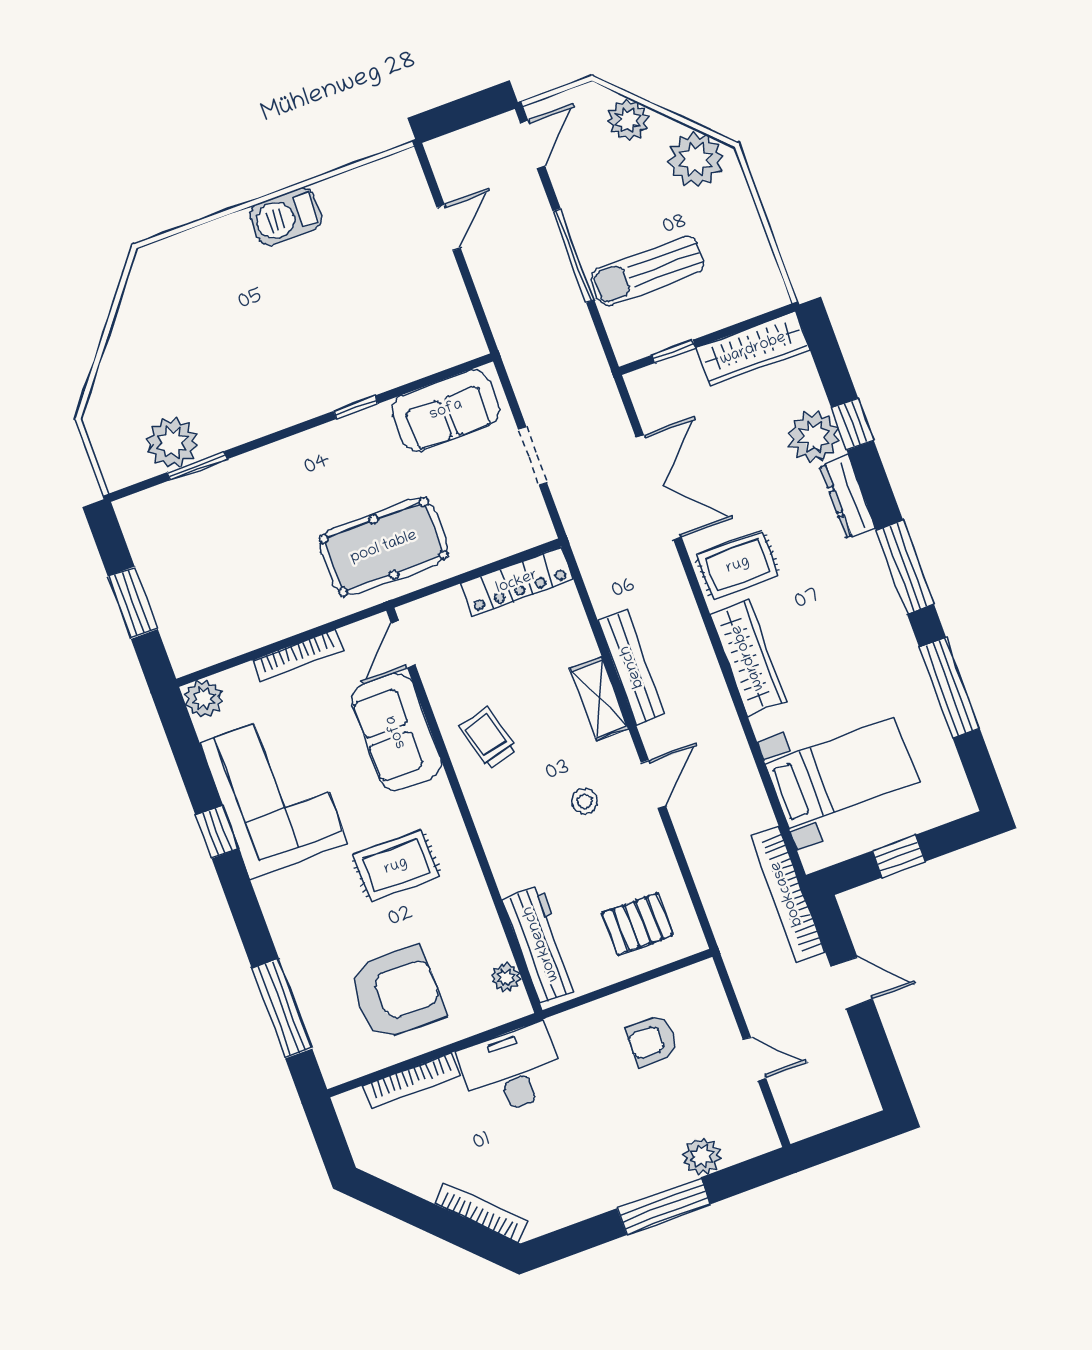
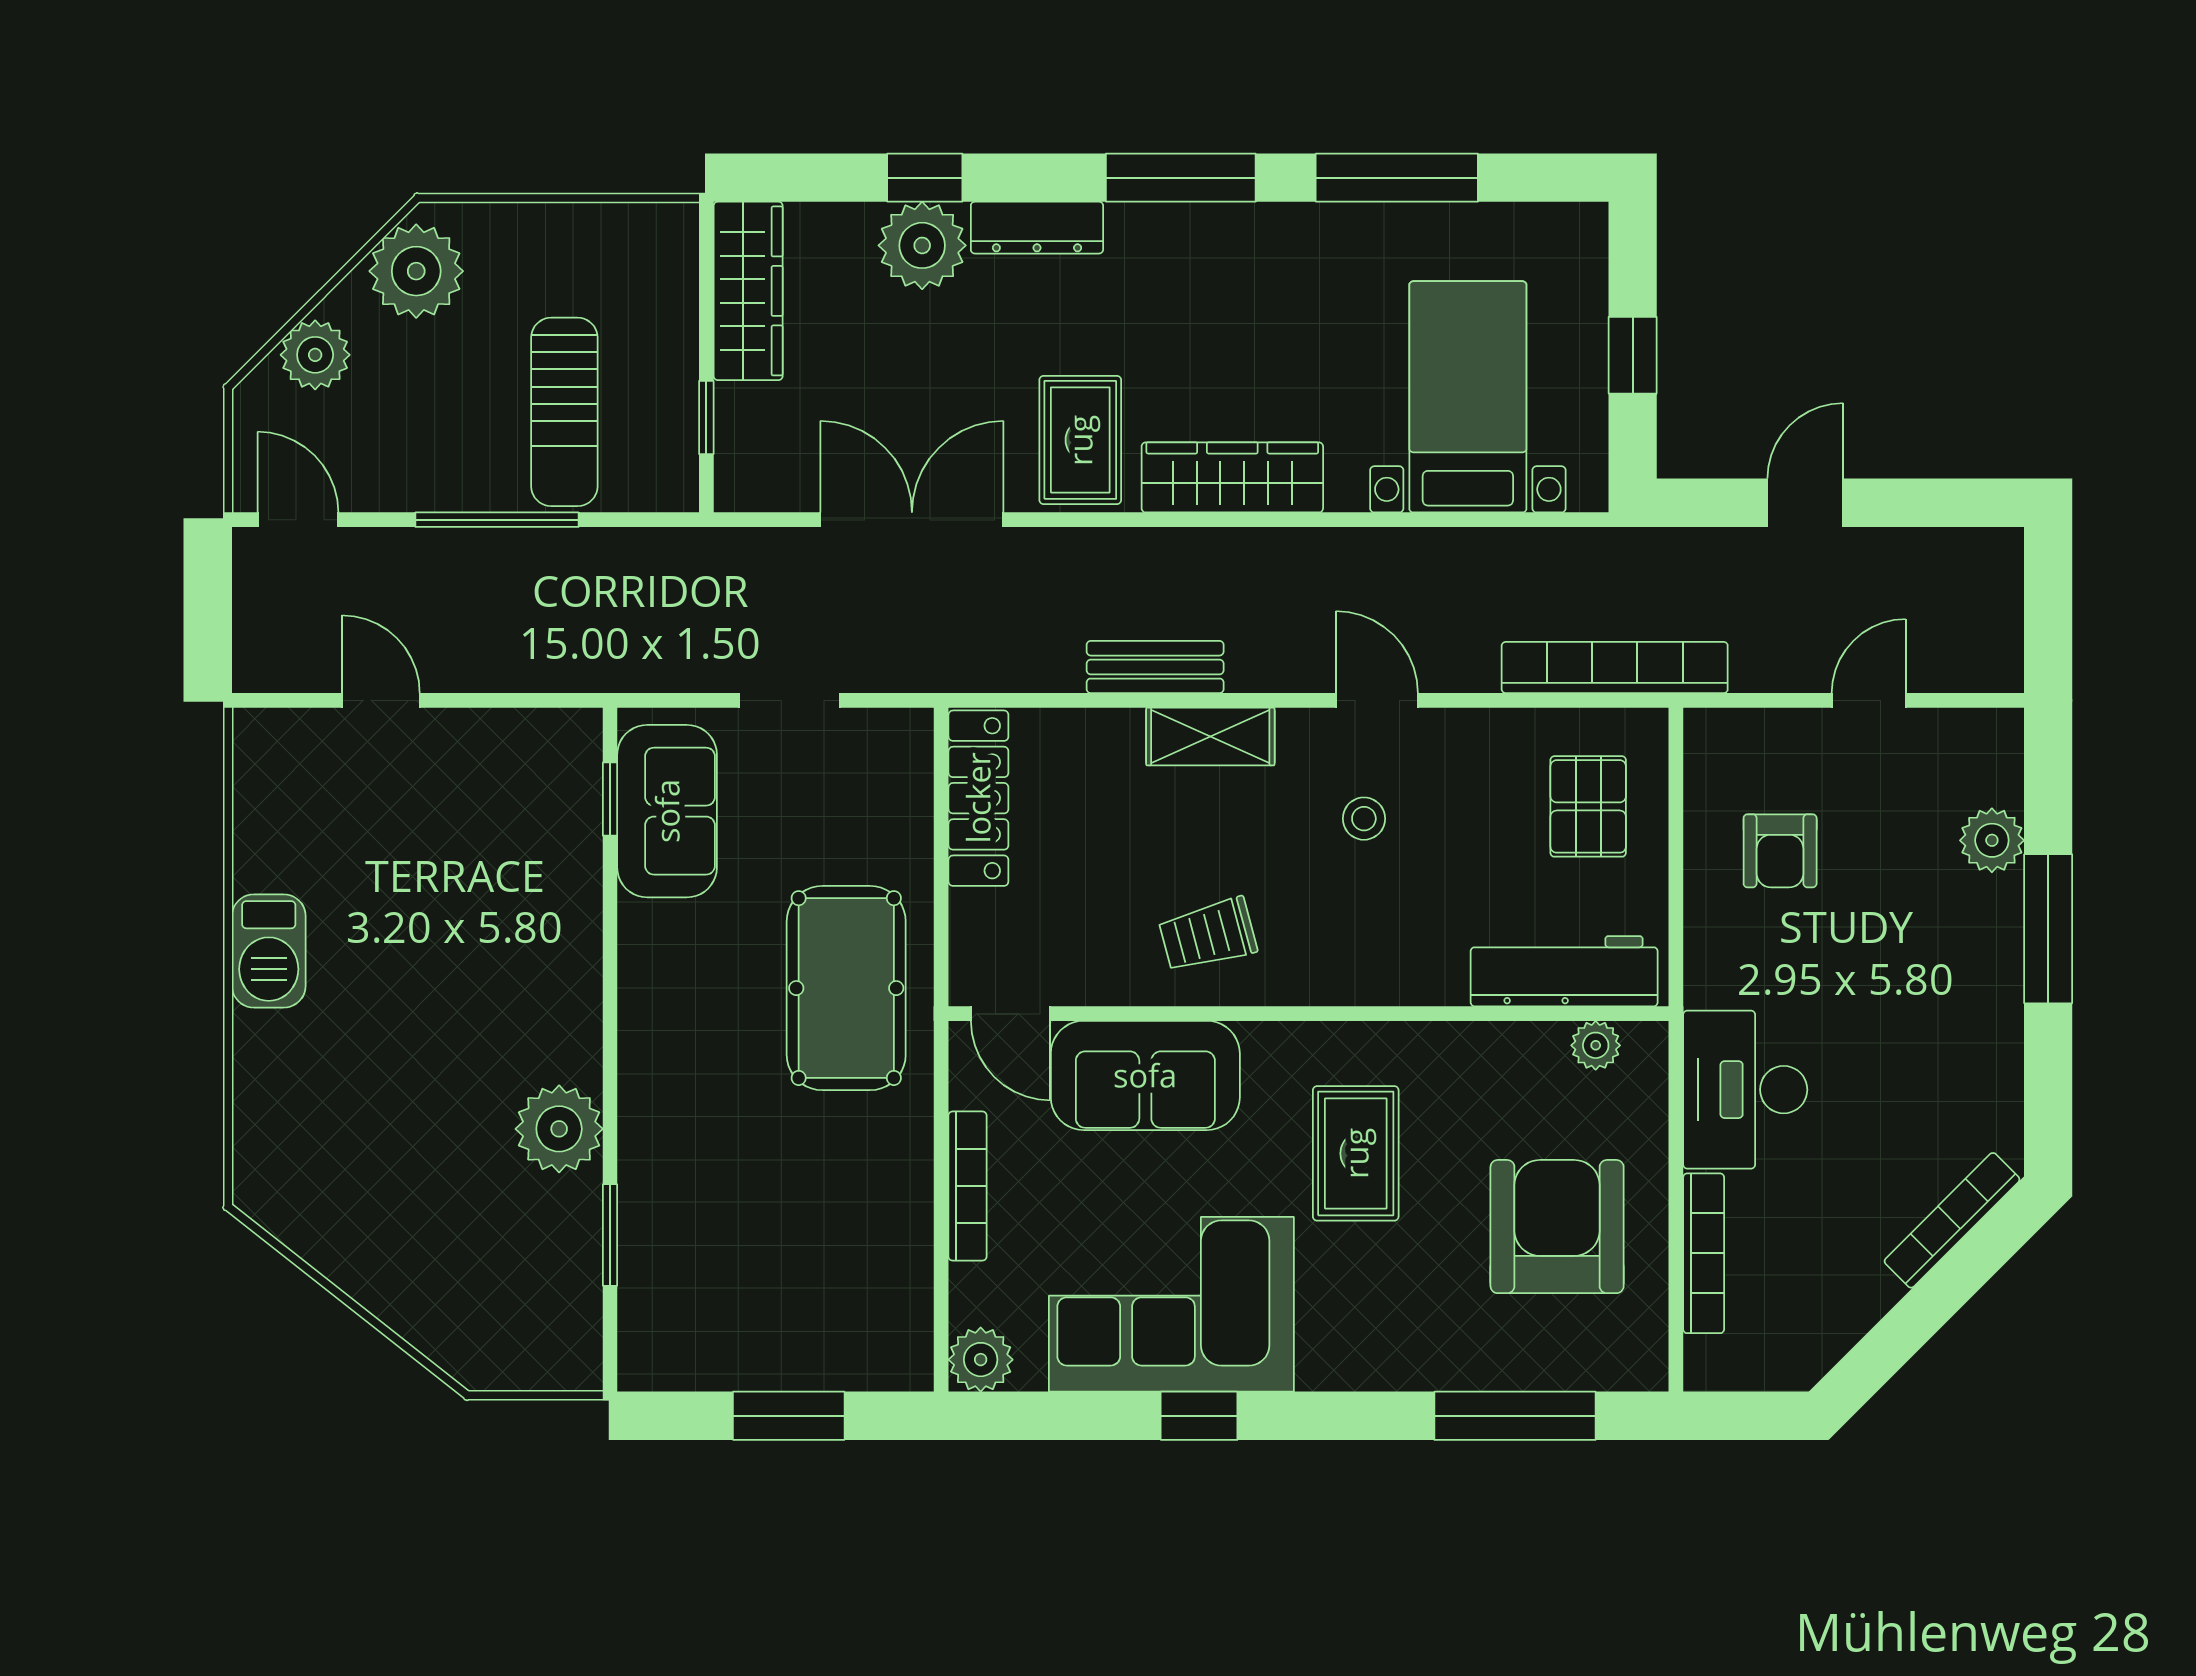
window: (356, 407) -> (610, 799), moved
plant: (172, 443) -> (559, 1129), moved
bench: (632, 667) -> (1155, 667), width x0.73
bookcase: (787, 894) -> (1615, 667), moved, turned 180

